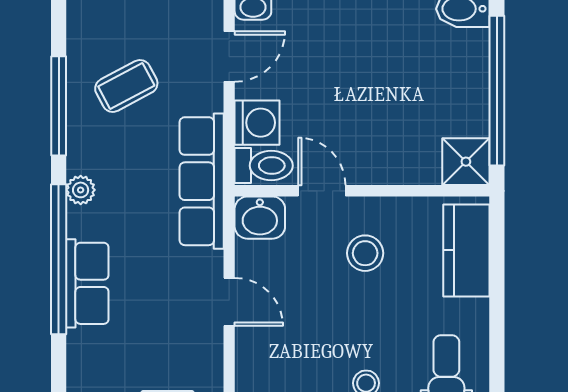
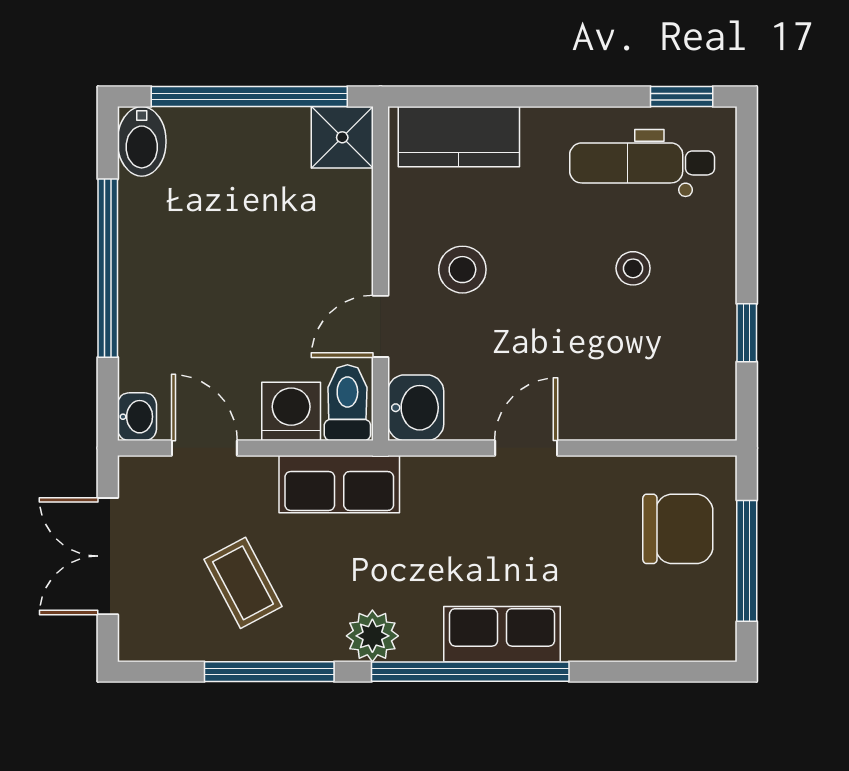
row of seats: (202, 181) -> (339, 484), width x0.68
plant: (81, 190) -> (372, 636), width x1.38, depth x1.38

